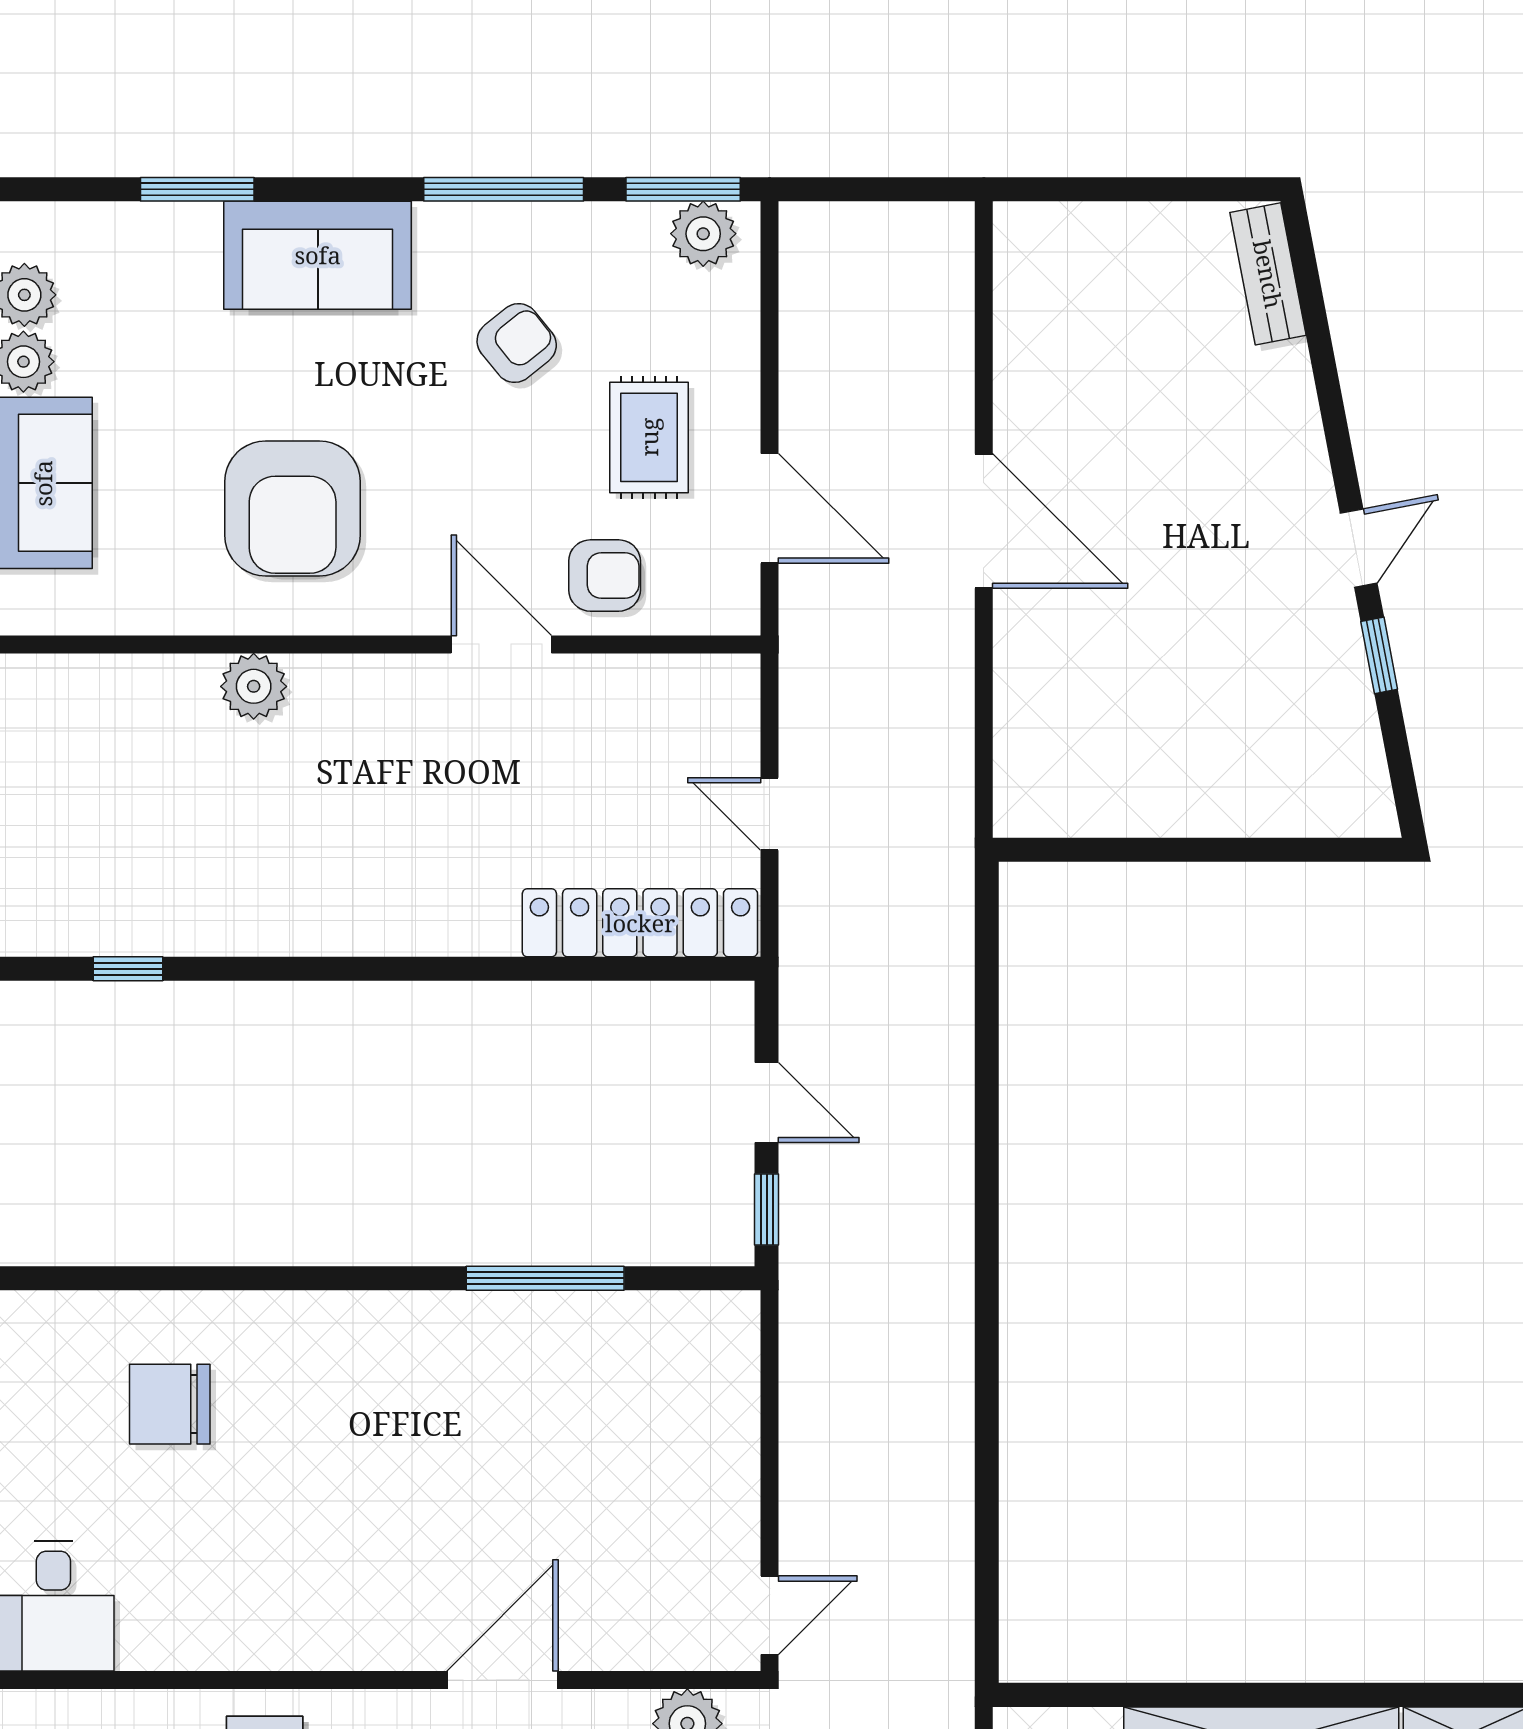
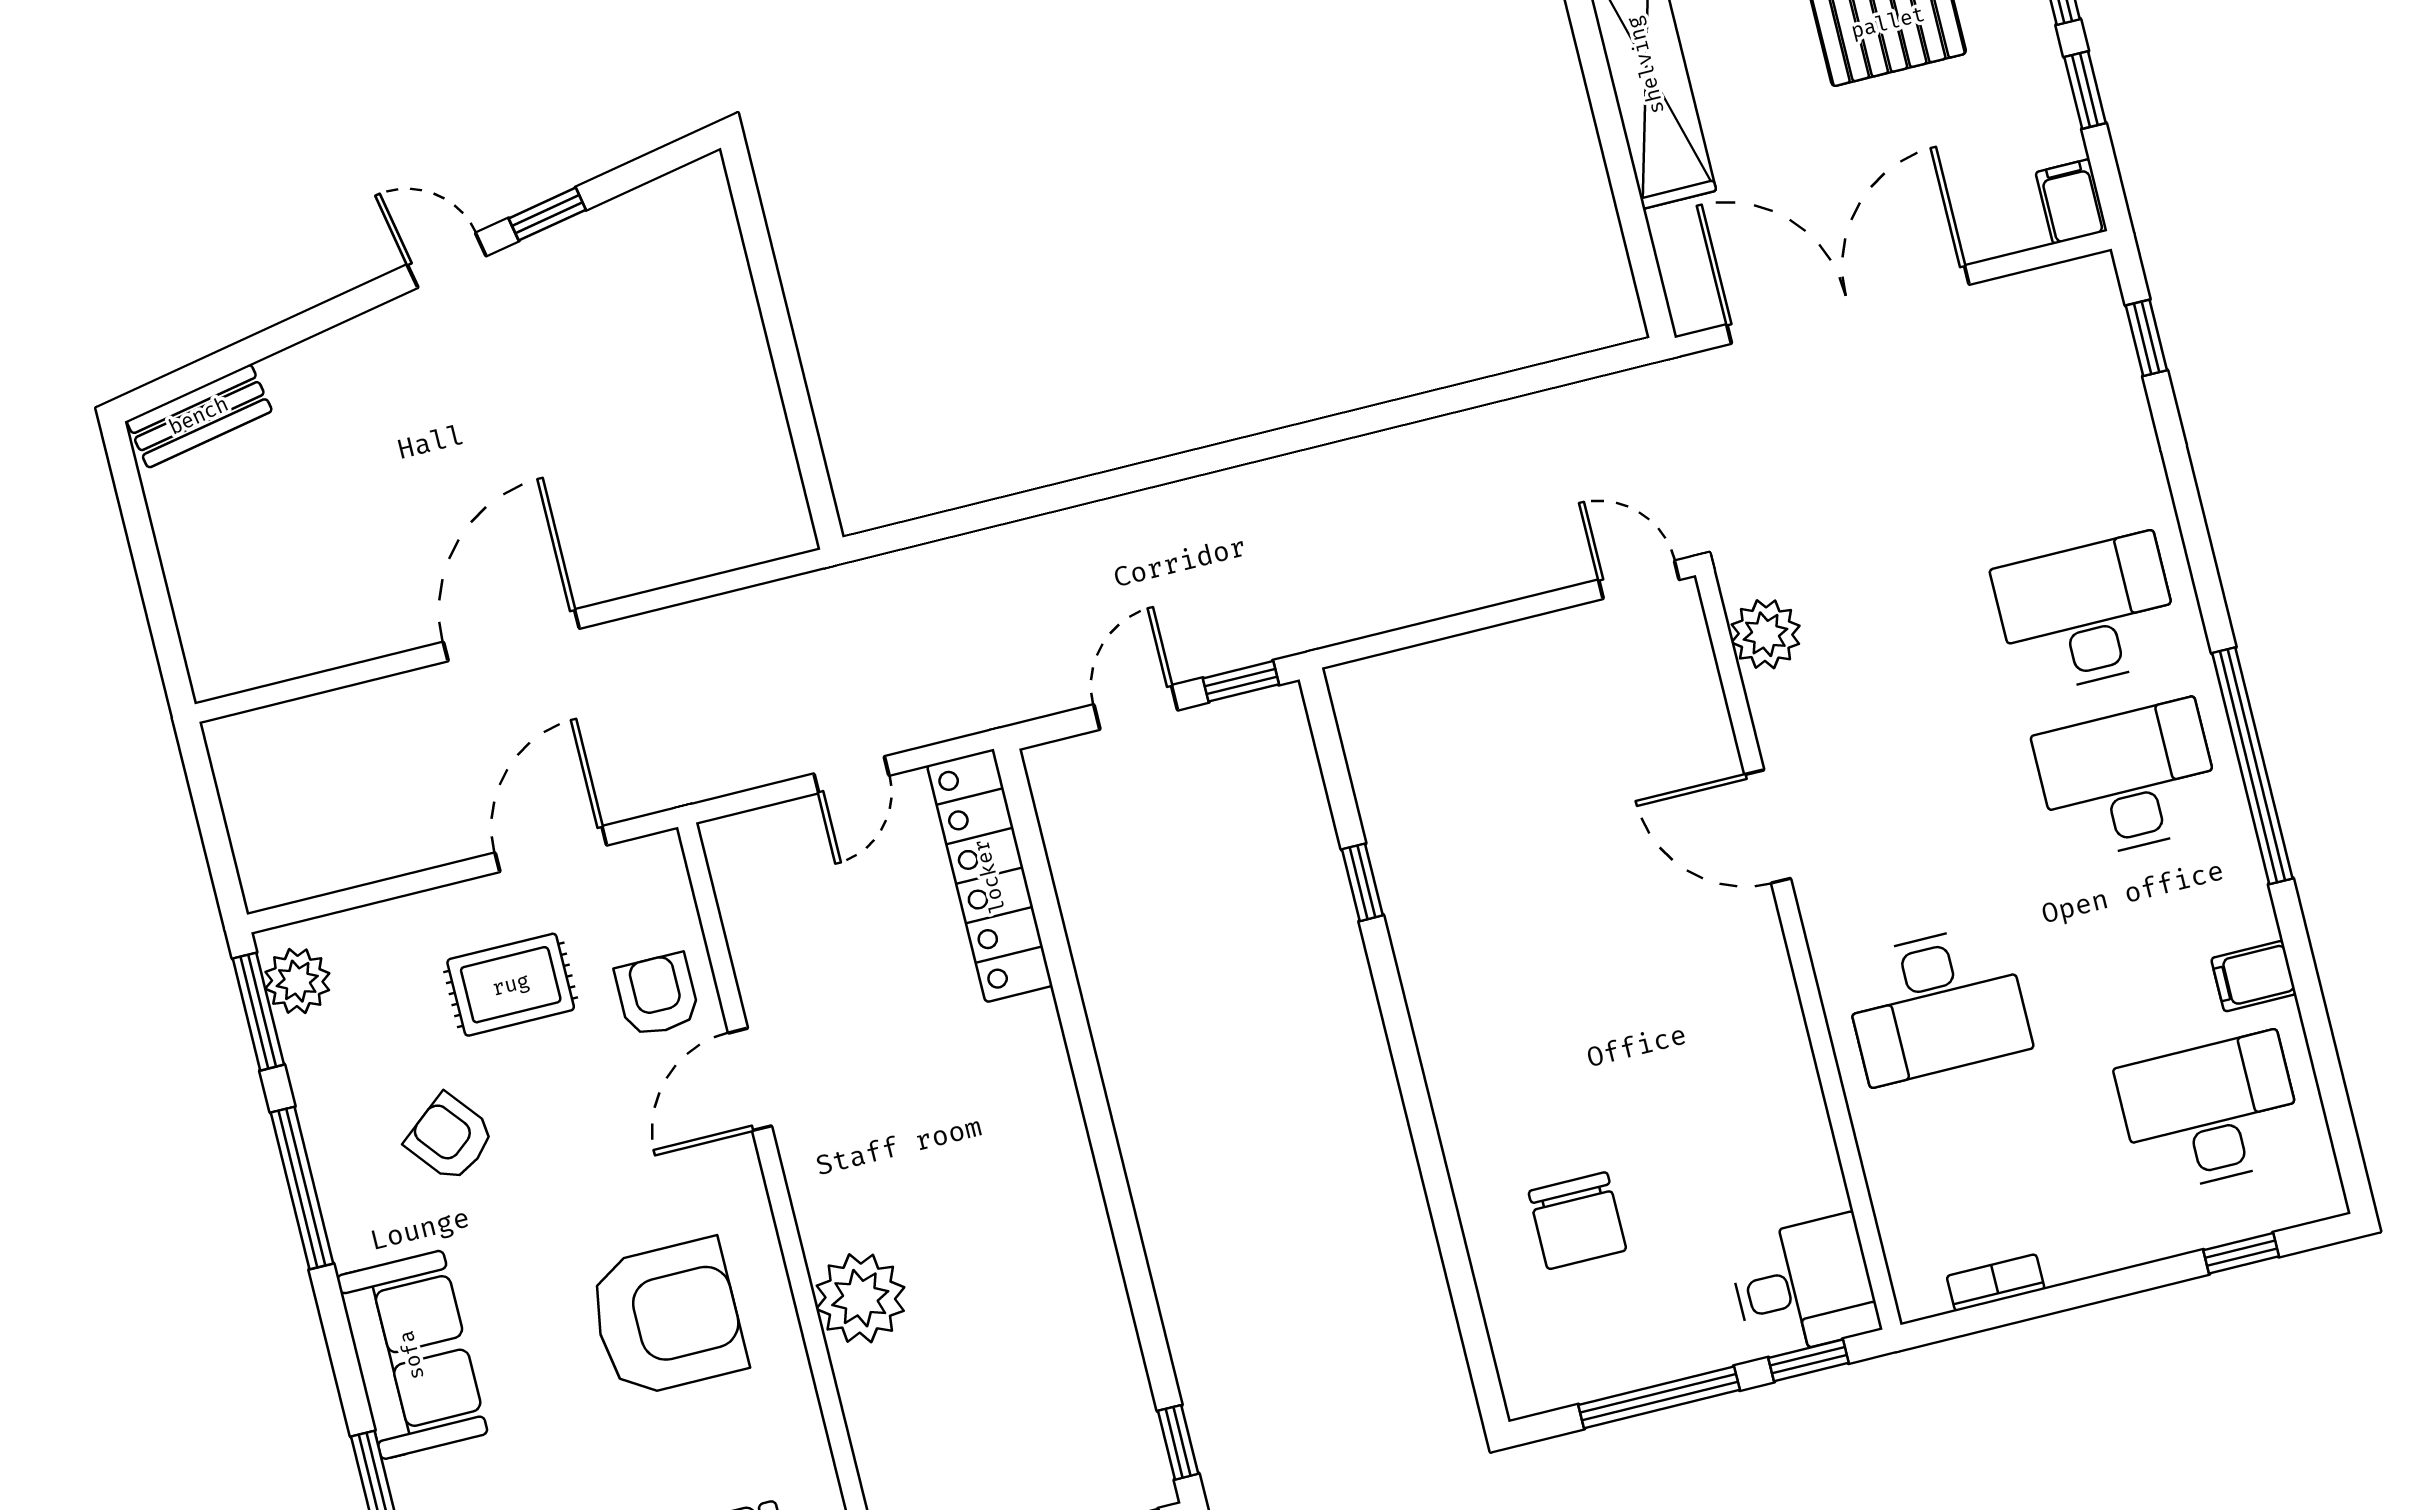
plant: (254, 686) -> (860, 1298), width x1.36, depth x1.36
window: (128, 969) -> (1178, 1442), moved
window: (545, 1278) -> (1362, 882), width x0.46

